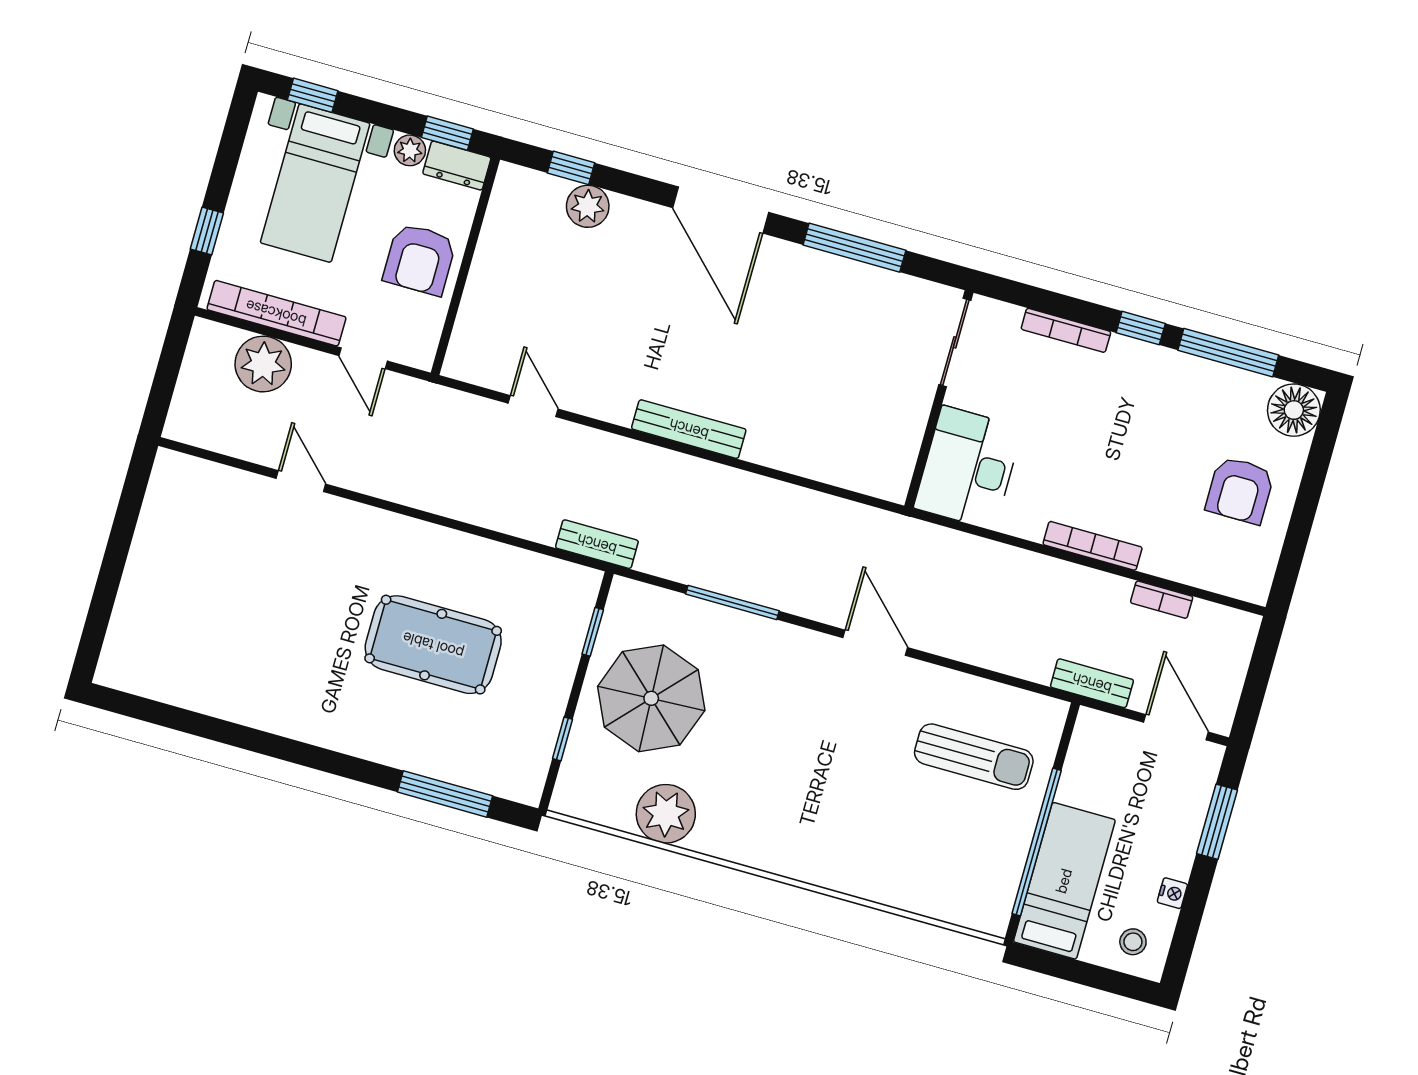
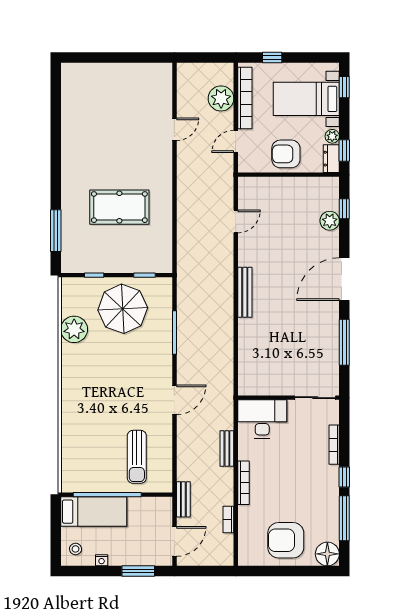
armchair: (1240, 490) -> (286, 540), width x1.36, depth x1.36
bench: (597, 544) -> (227, 448), moved
pool table: (433, 645) -> (119, 207), turned 90

